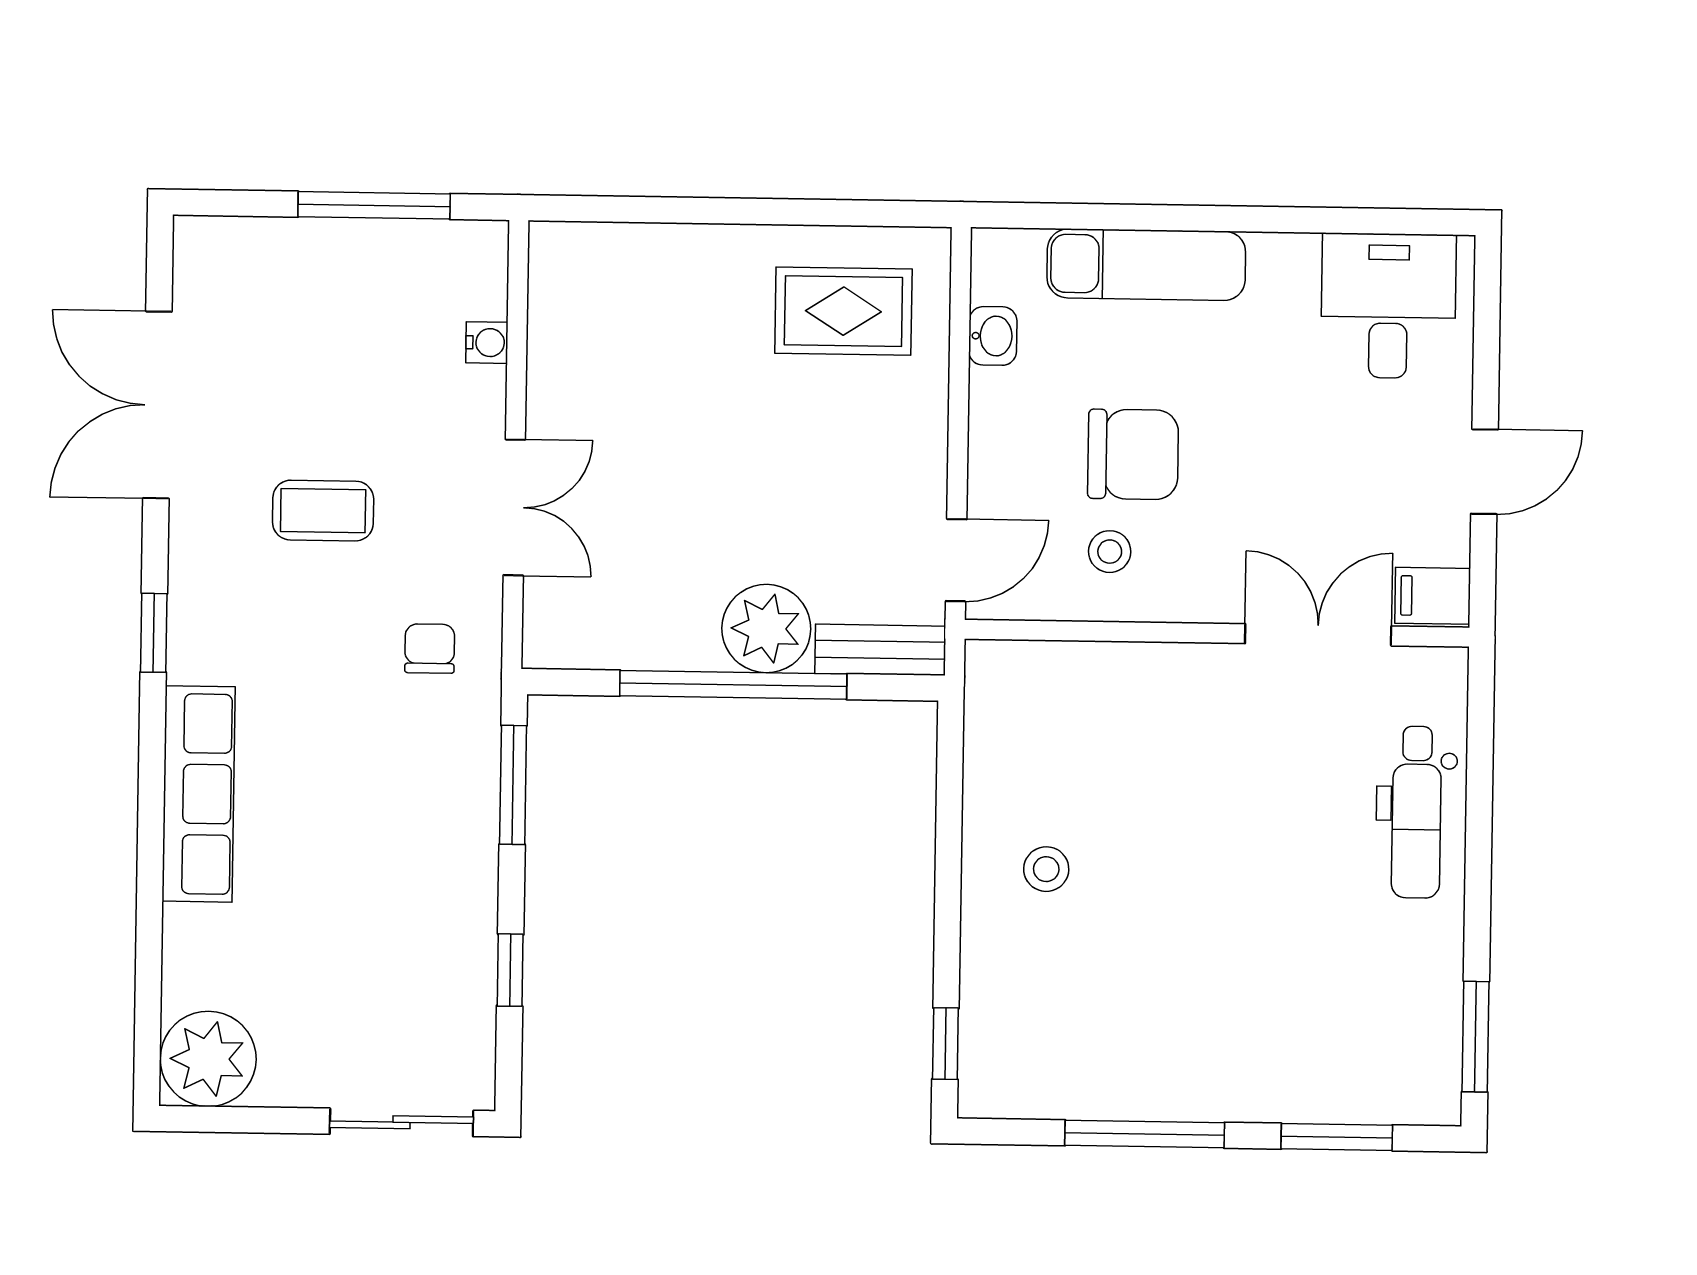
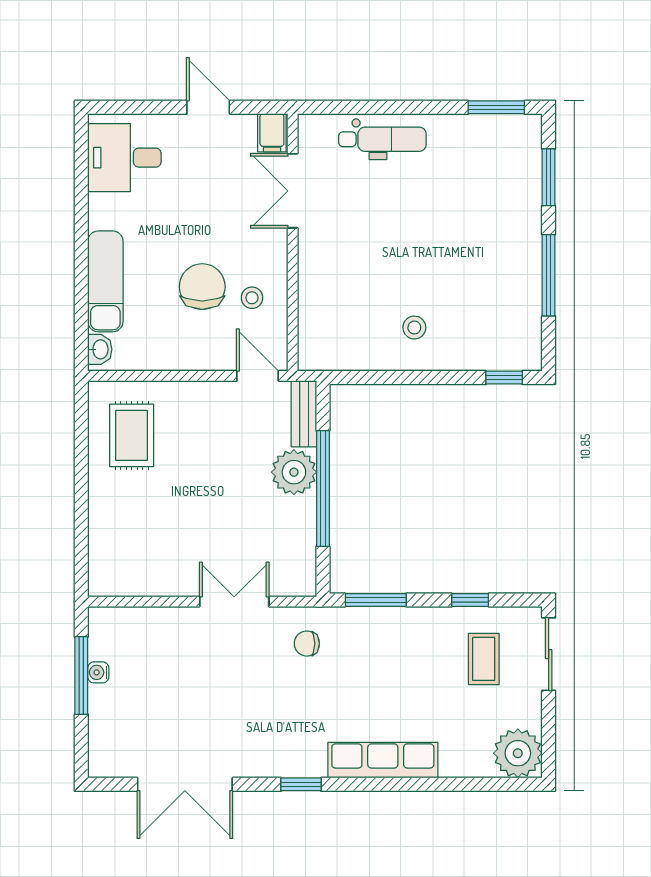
washbasin: (993, 336) -> (100, 349), moved, turned 90
water cooler: (487, 343) -> (98, 672), moved, turned -90
coffee table: (323, 511) -> (484, 659), moved

